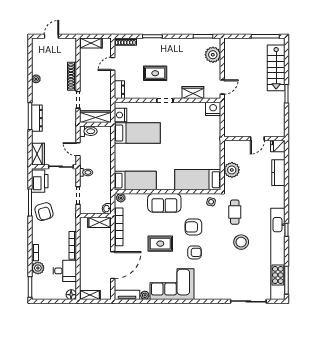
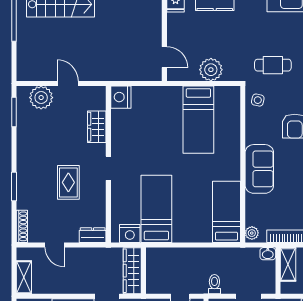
door: (222, 87) -> (68, 83), moved
toilet: (88, 131) -> (154, 281), removed
door: (257, 138) -> (164, 57), moved
bed: (198, 180) -> (198, 120), moved

